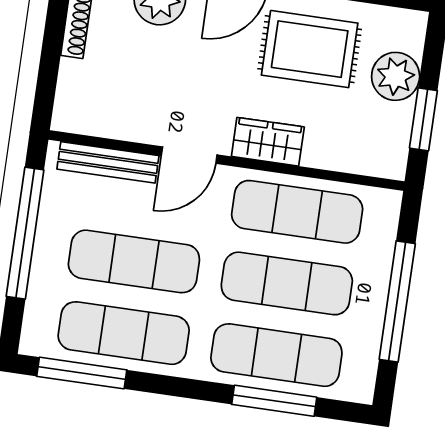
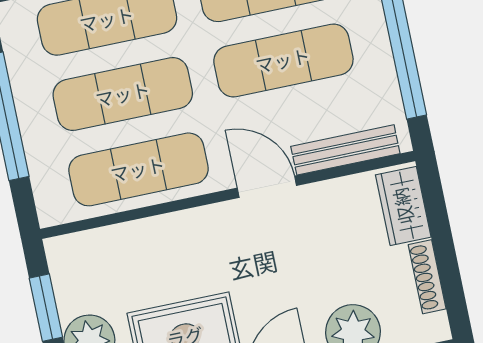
wardrobe: (268, 142) -> (403, 206), moved, turned 90
door: (189, 155) -> (267, 187), hinge flipped

